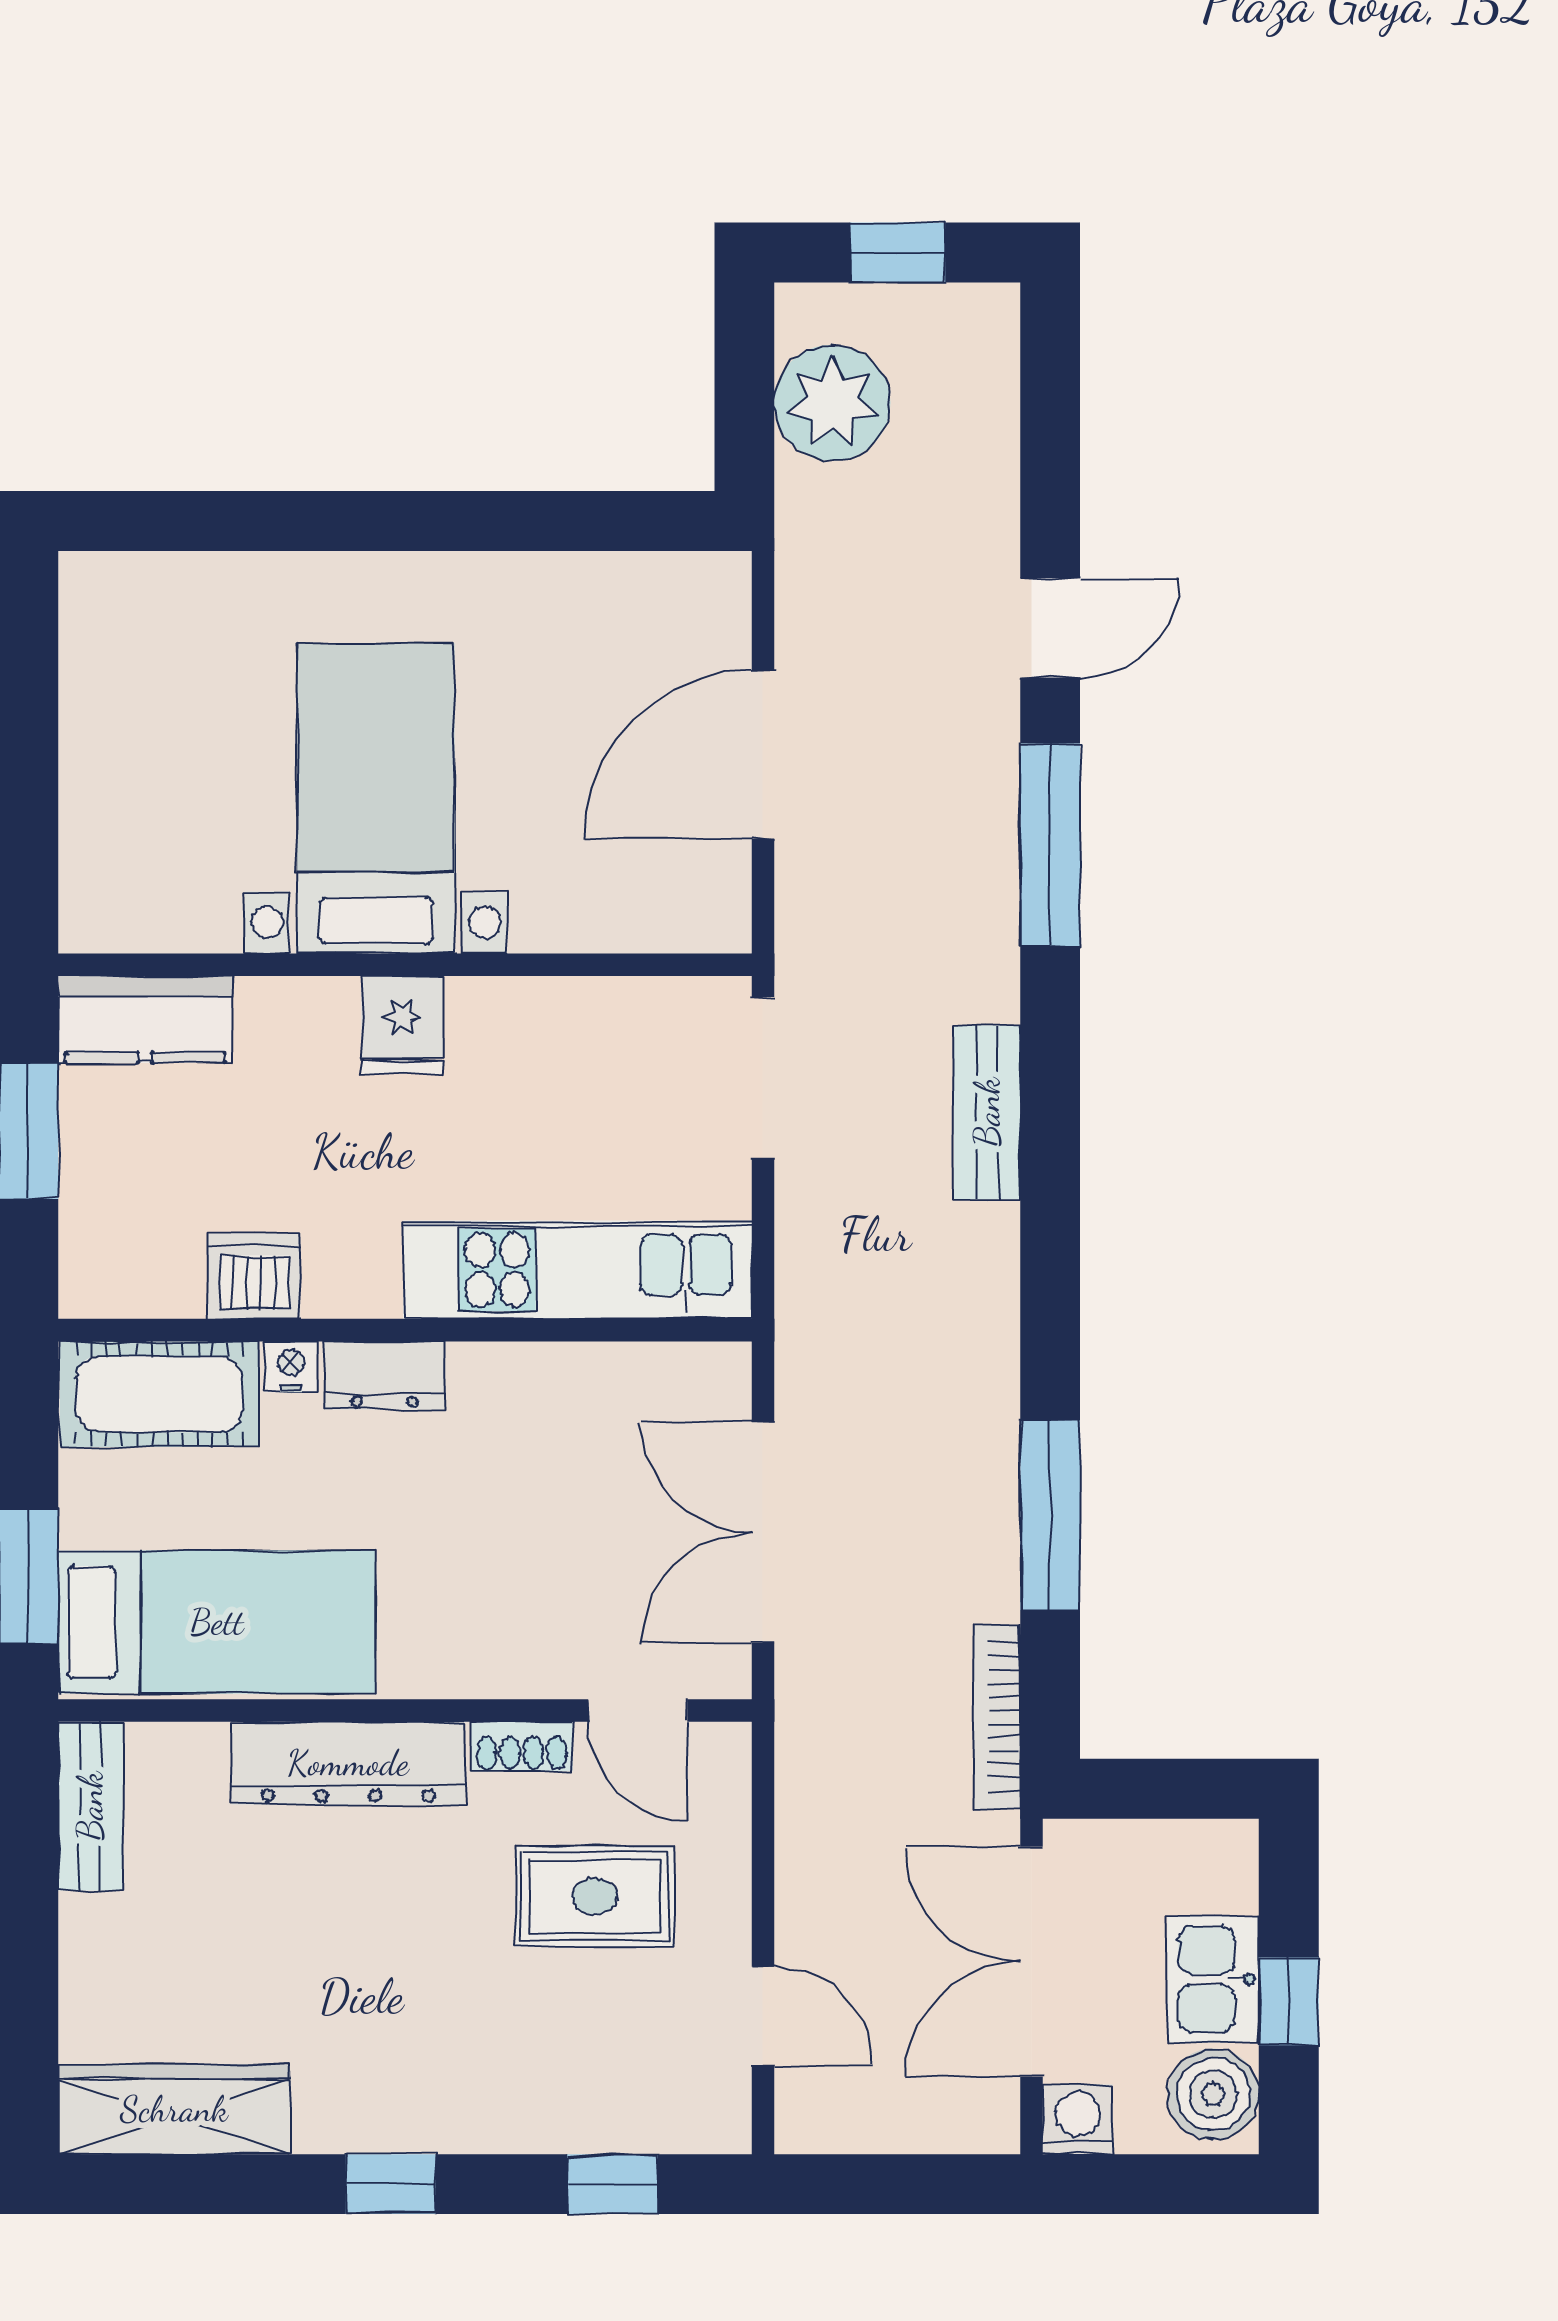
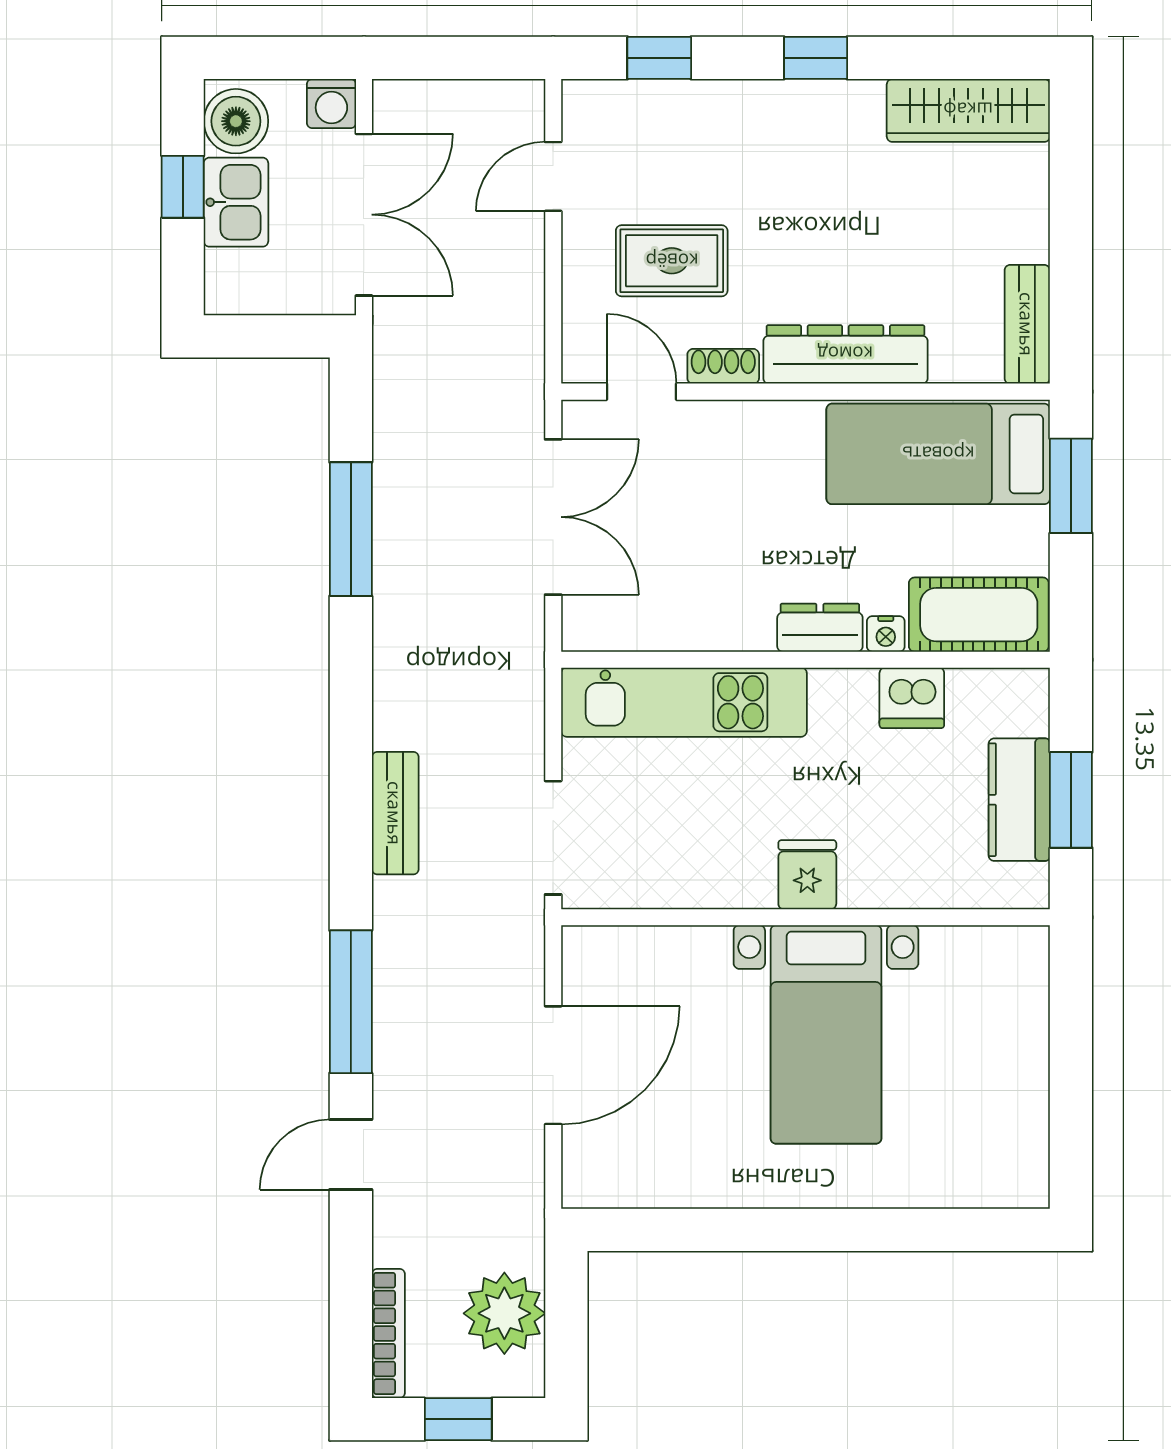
kitchen counter: (145, 1019) -> (1019, 800), moved, turned -90
bookcase: (997, 1717) -> (388, 1333), moved
door: (763, 2016) -> (553, 176), hinge flipped

